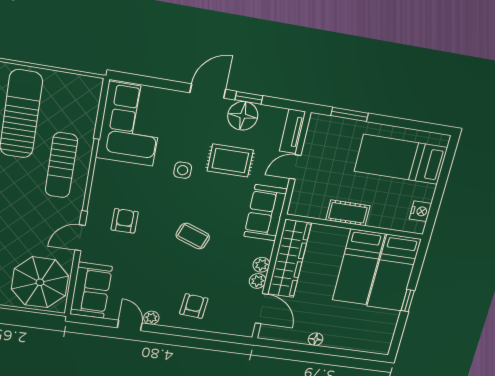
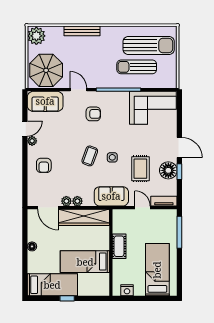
window: (350, 114) -> (179, 232), width x1.44
sun lounger: (61, 165) -> (137, 67), moved
side table: (183, 170) -> (112, 157), moved
bed: (394, 273) -> (52, 285), moved, turned 180
armchair: (194, 306) -> (44, 165), turned 85
door: (262, 309) -> (48, 208), hinge flipped

